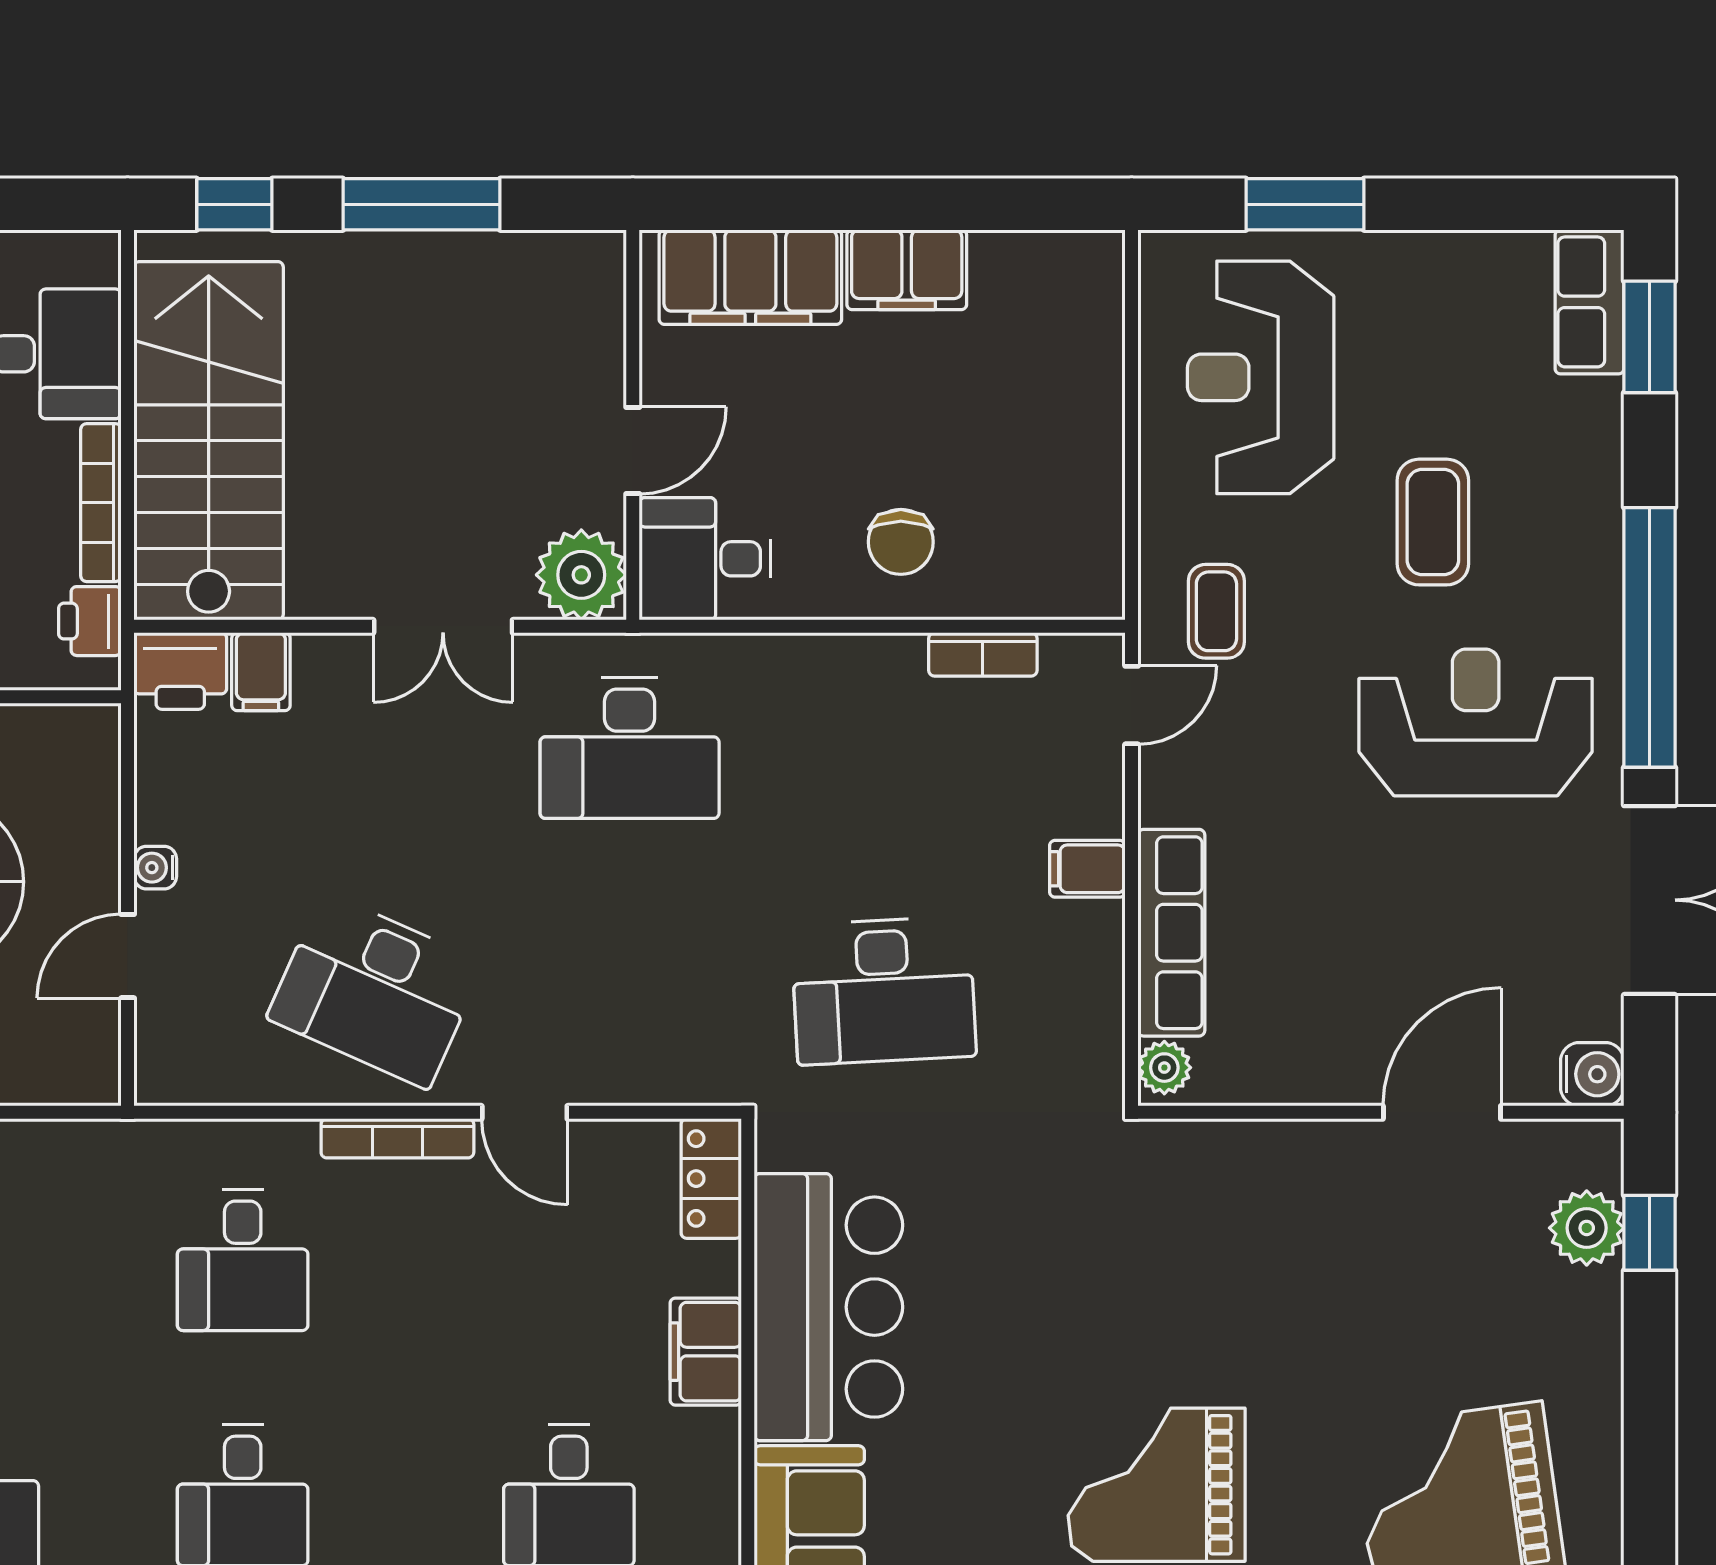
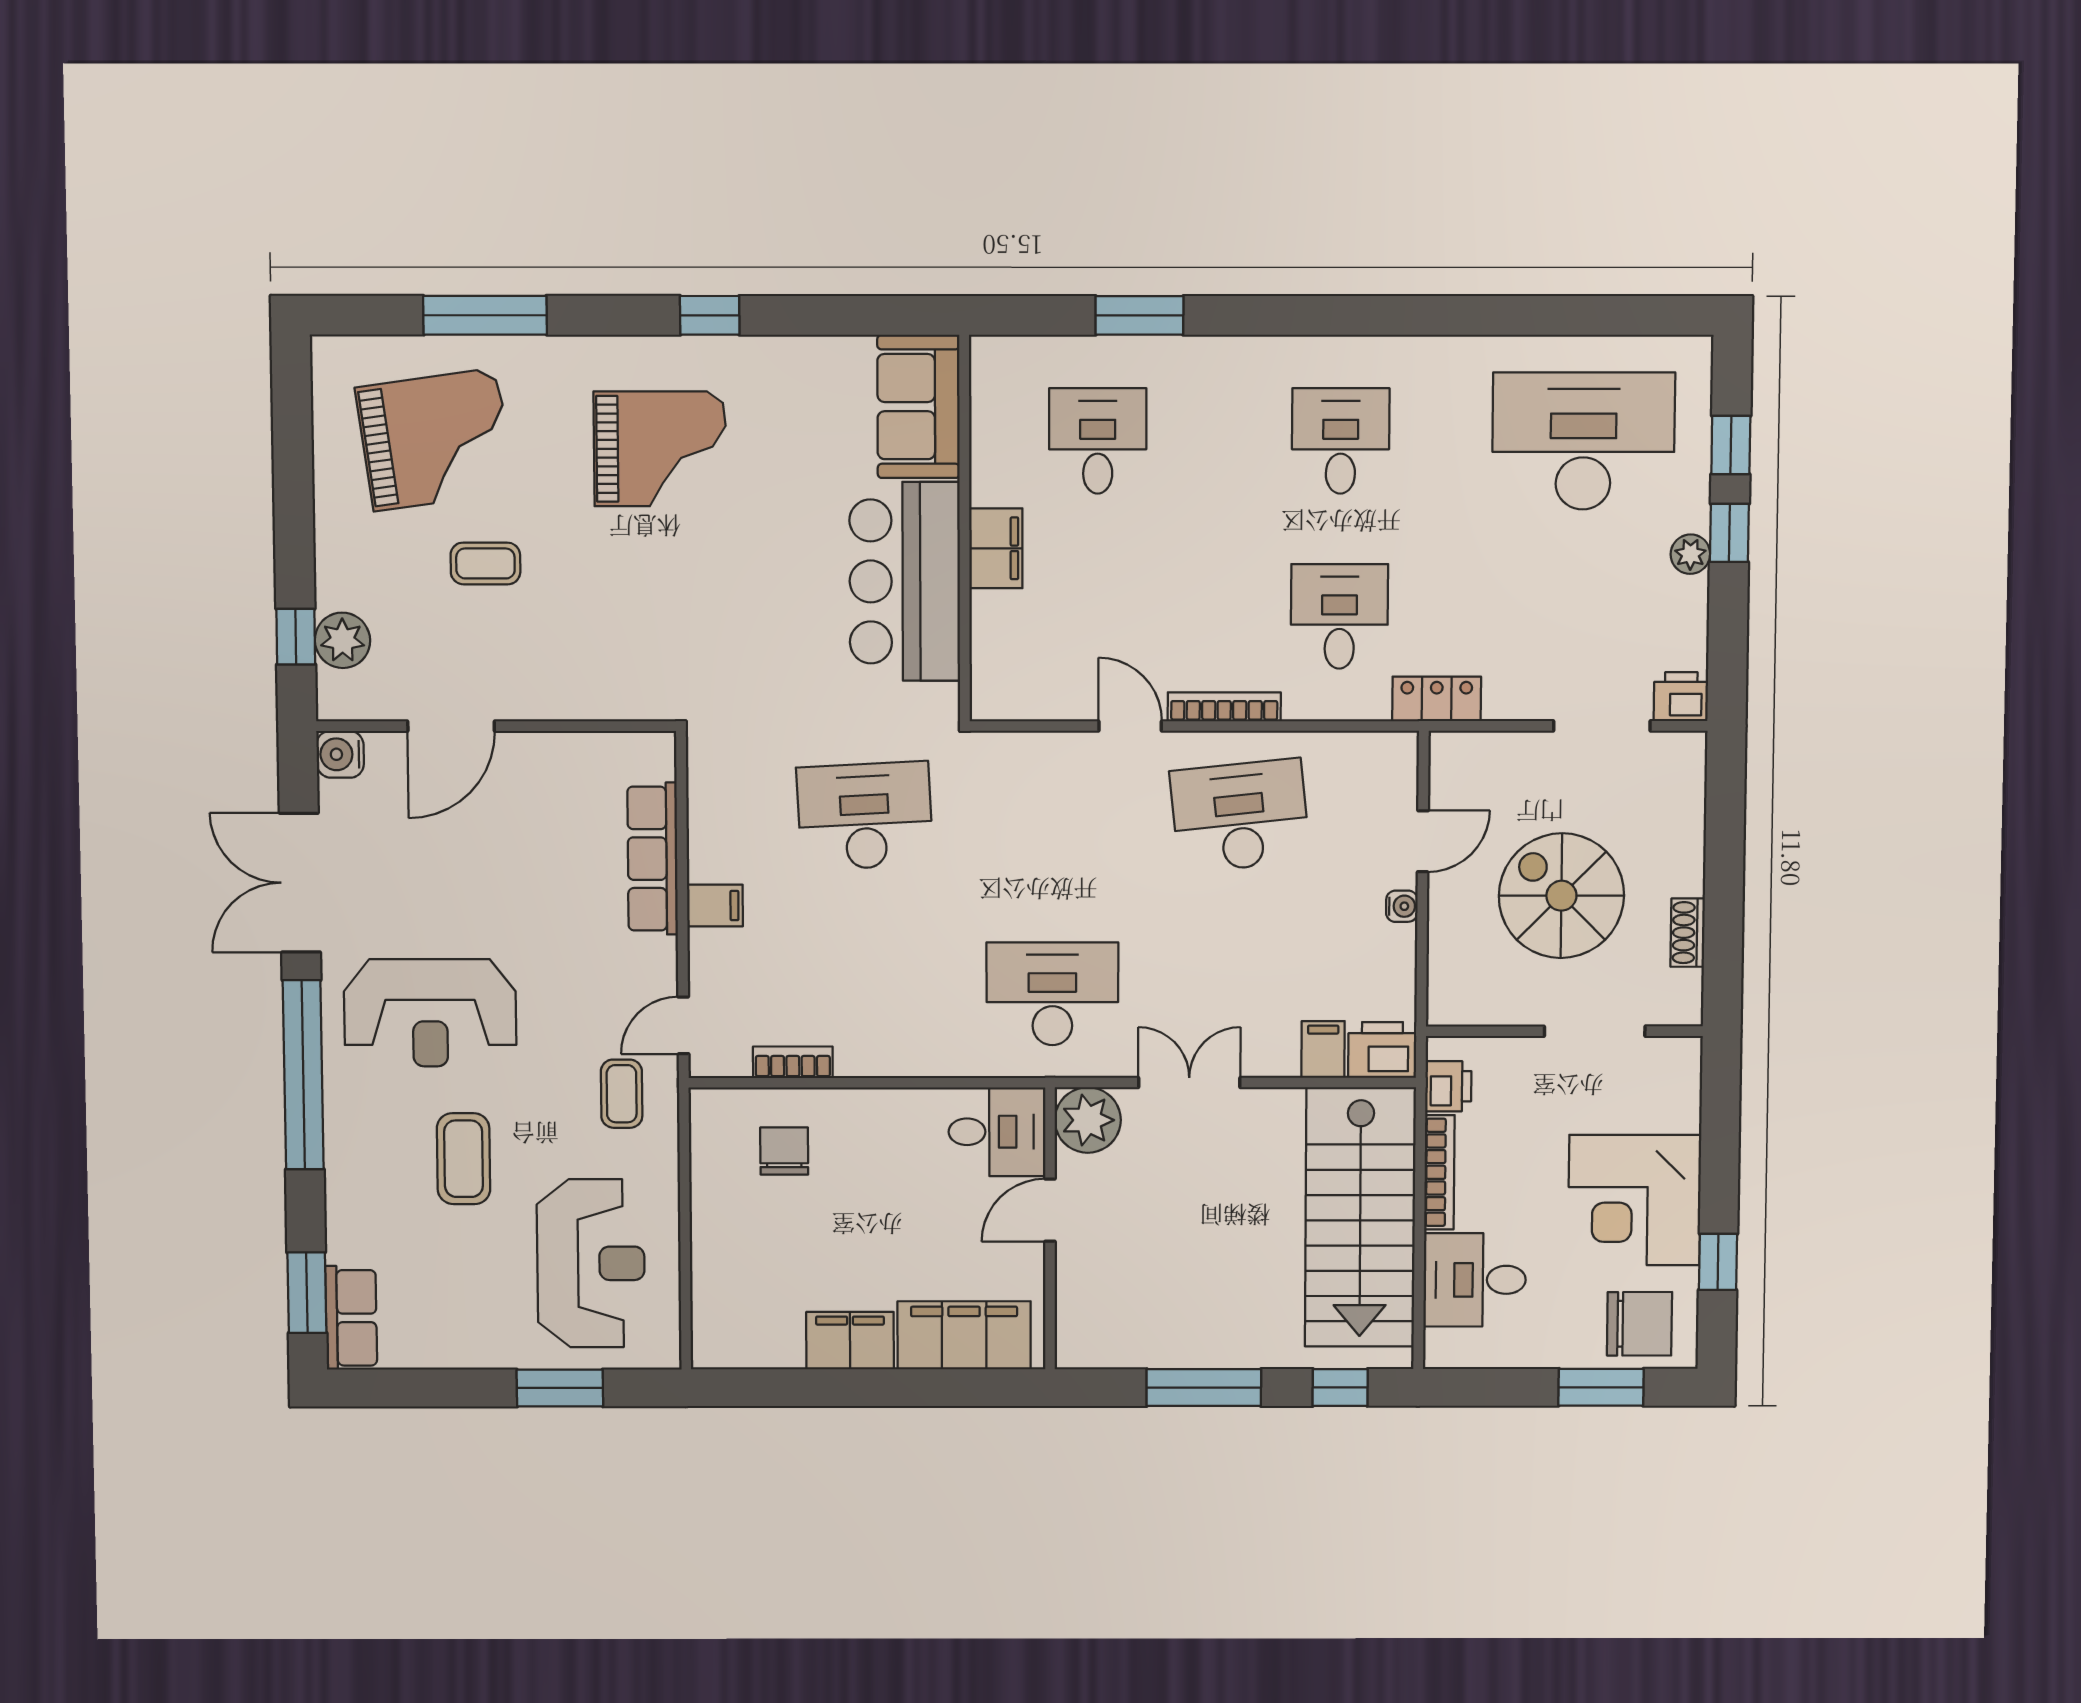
chair: (901, 542) -> (784, 1151), moved
desk: (376, 991) -> (1240, 816), turned -30
plant: (1164, 1068) -> (657, 759), removed
locker: (711, 1179) -> (1437, 699), moved, turned -90
coffee table: (1393, 1331) -> (485, 563), added

